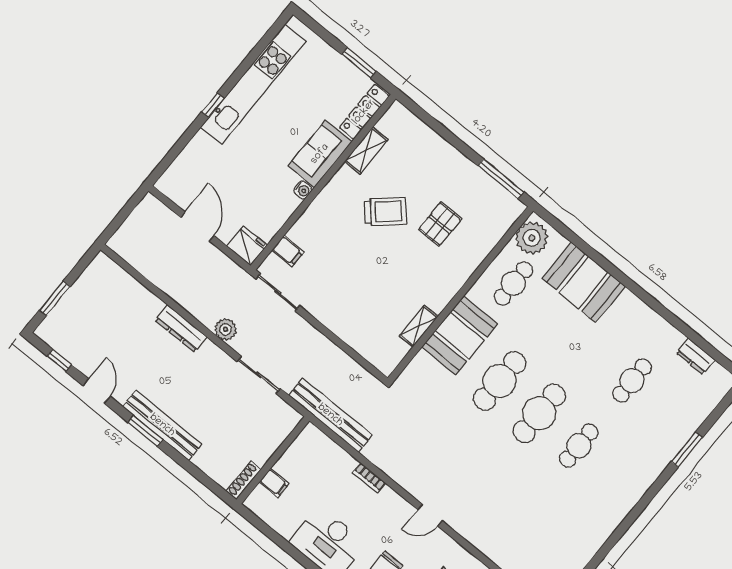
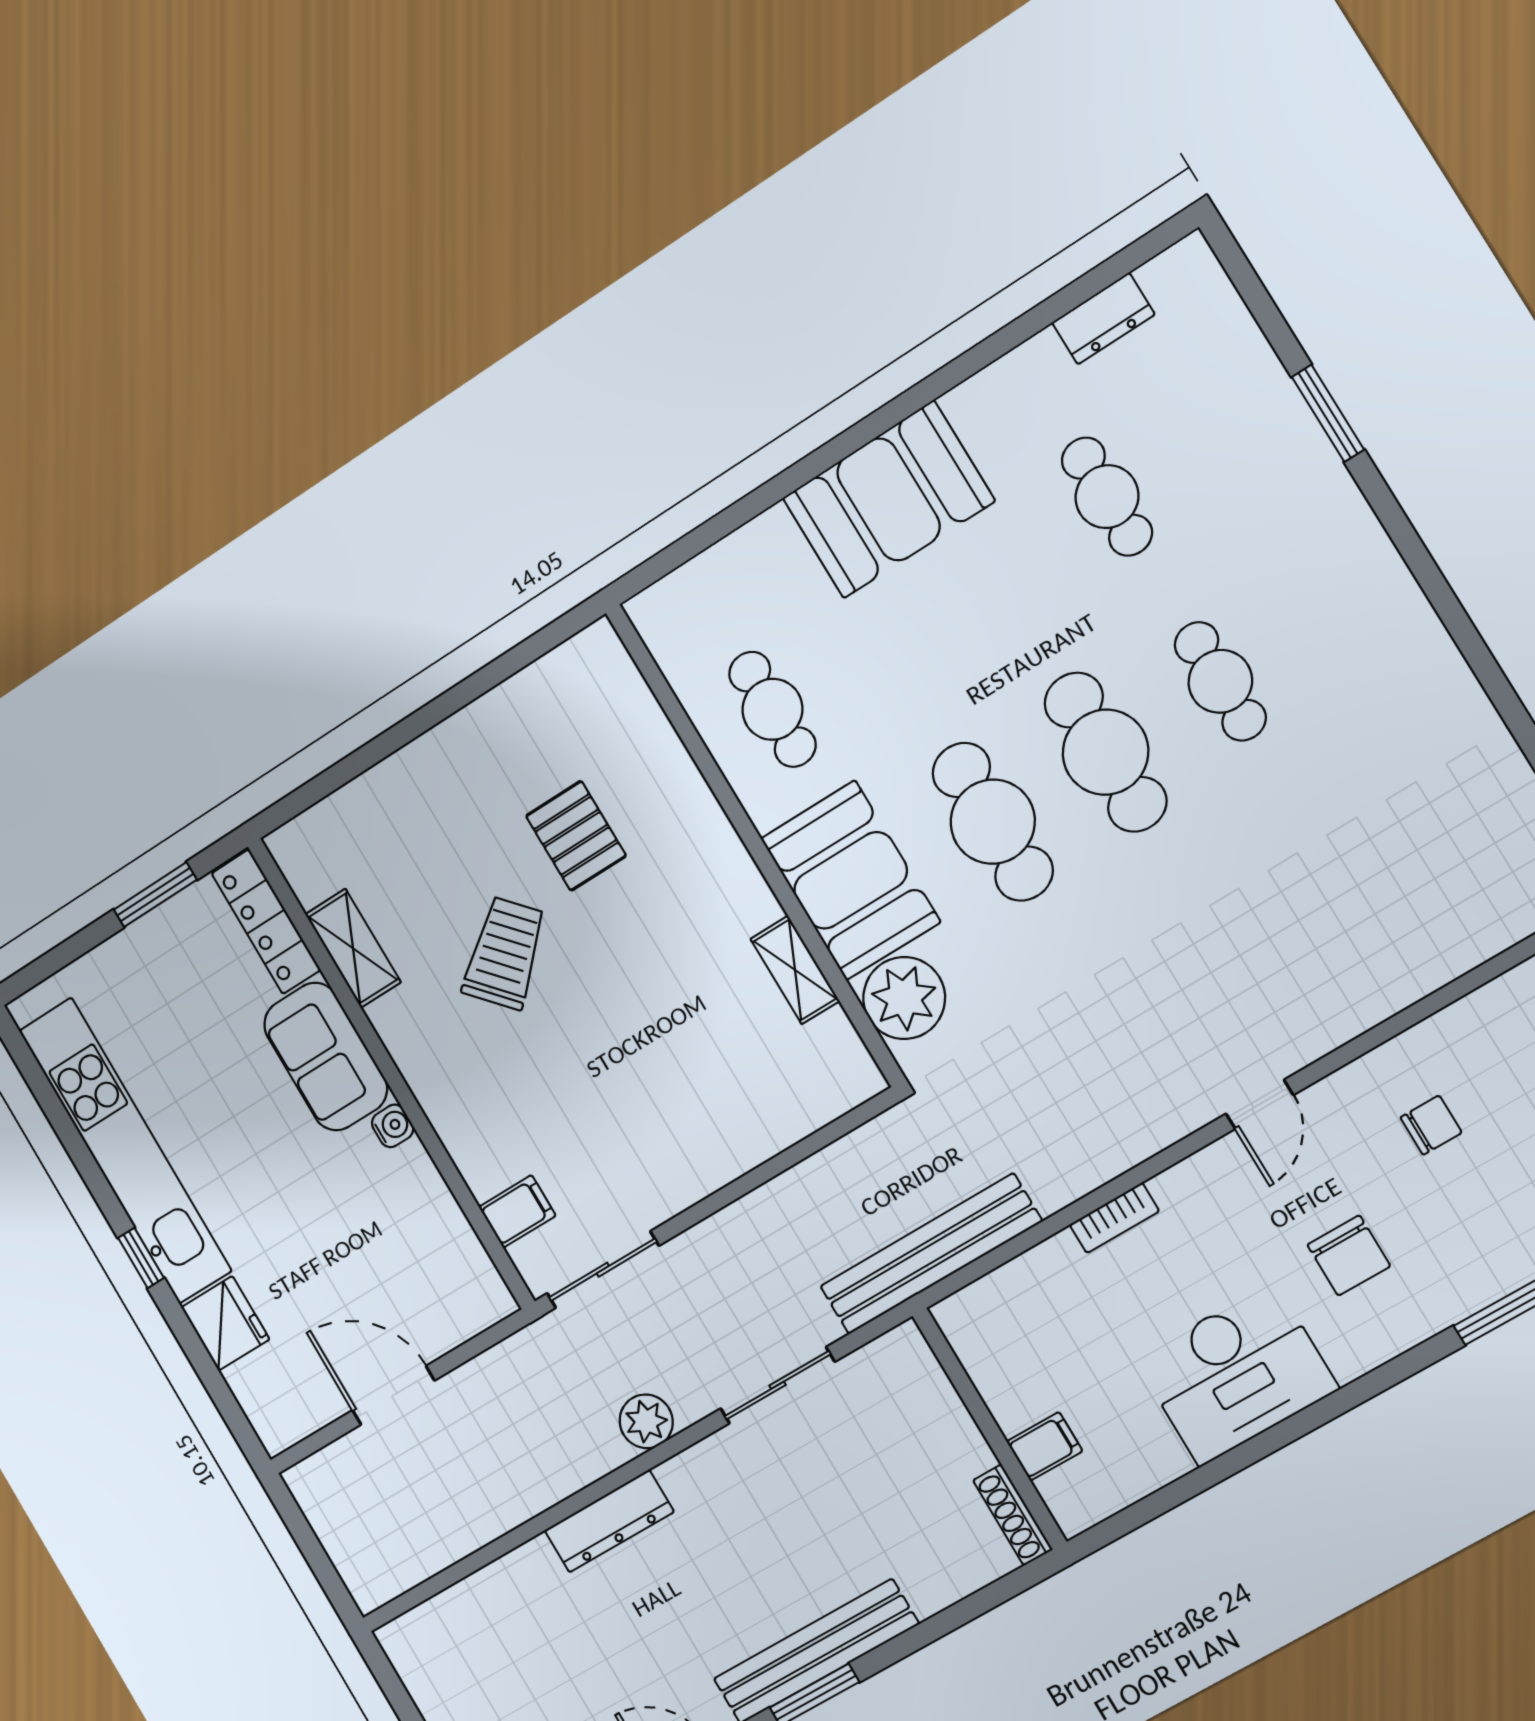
window: (501, 179) -> (520, 656), removed
plant: (532, 238) -> (904, 998), moved
fridge: (247, 246) -> (225, 1323), moved, turned 90
booth: (584, 282) -> (888, 499), moved

